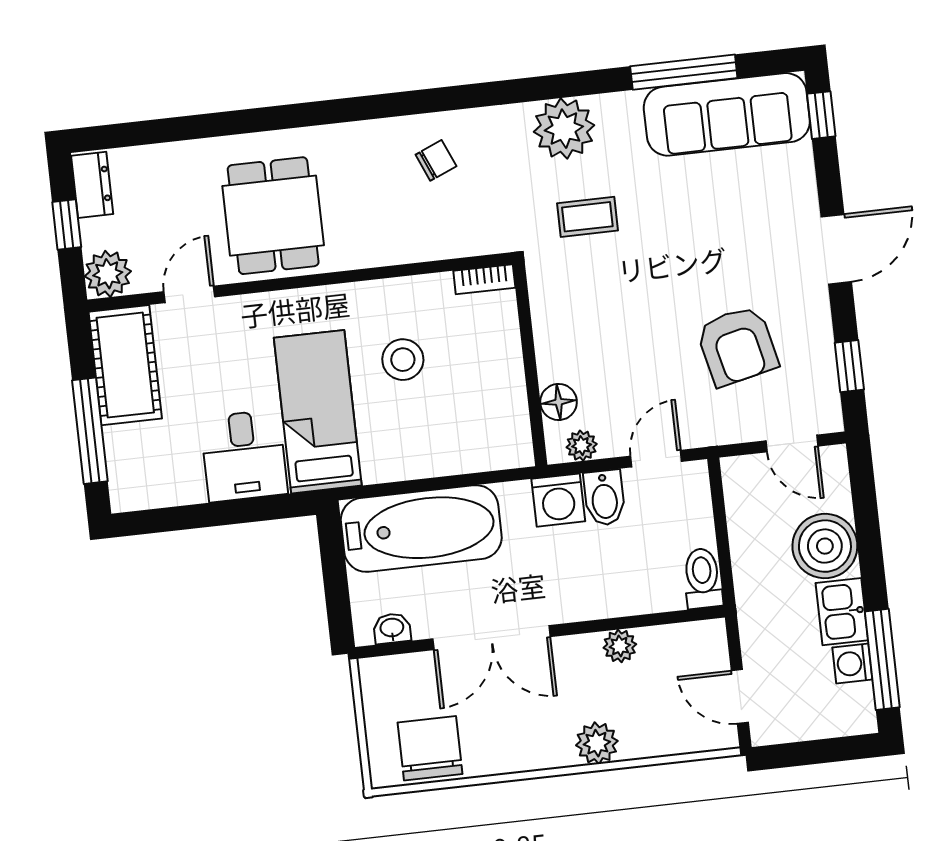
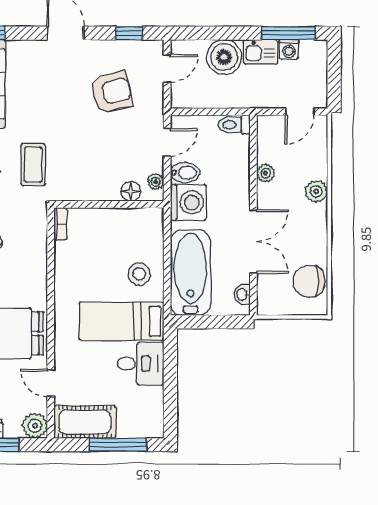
coffee table: (587, 217) -> (33, 165), width x1.36, depth x1.30
stool: (403, 360) -> (139, 274), moved
door: (656, 459) -> (167, 142), swing flipped
washing machine: (558, 500) -> (188, 202), width x1.37, depth x1.37

